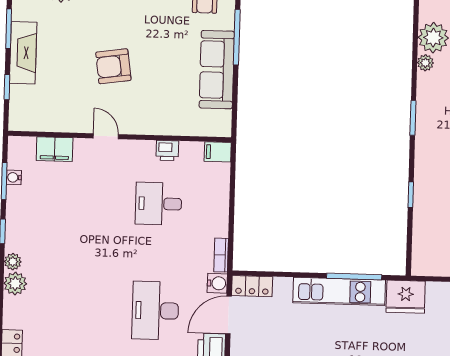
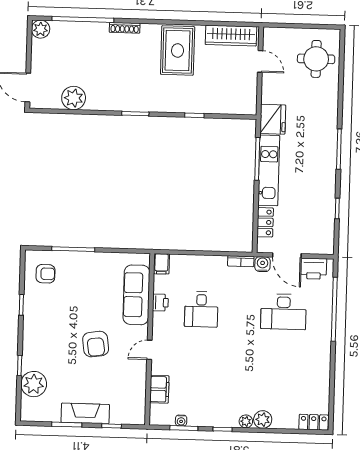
plant: (425, 63) -> (93, 104), removed
sofa: (217, 70) -> (136, 295), moved, turned 90
locker: (252, 286) -> (265, 222), moved

